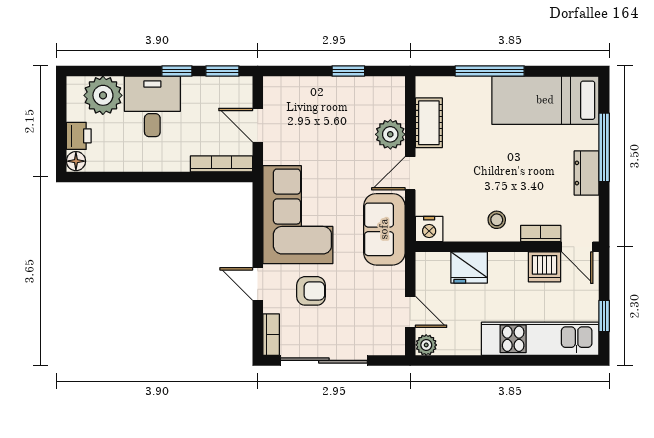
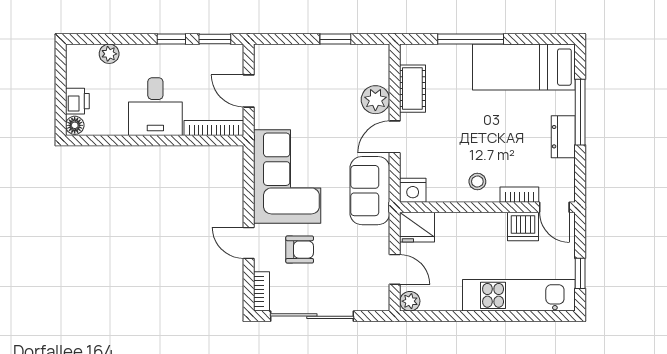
plant: (103, 95) -> (109, 54), width x0.53, depth x0.53
desk: (152, 106) -> (155, 107), moved, turned 180
fridge: (469, 268) -> (417, 227), moved

